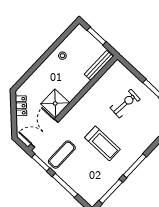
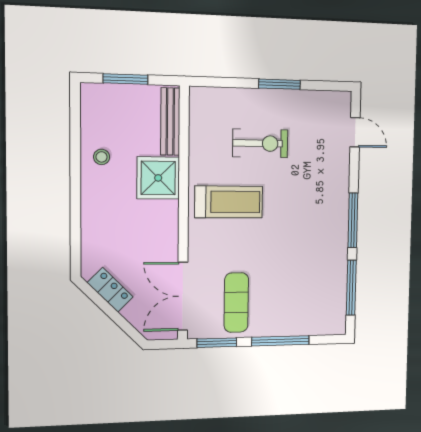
shower: (55, 103) -> (158, 178), moved
exercise bike: (125, 104) -> (260, 143), turned 85
treadmill: (102, 143) -> (229, 202), moved

